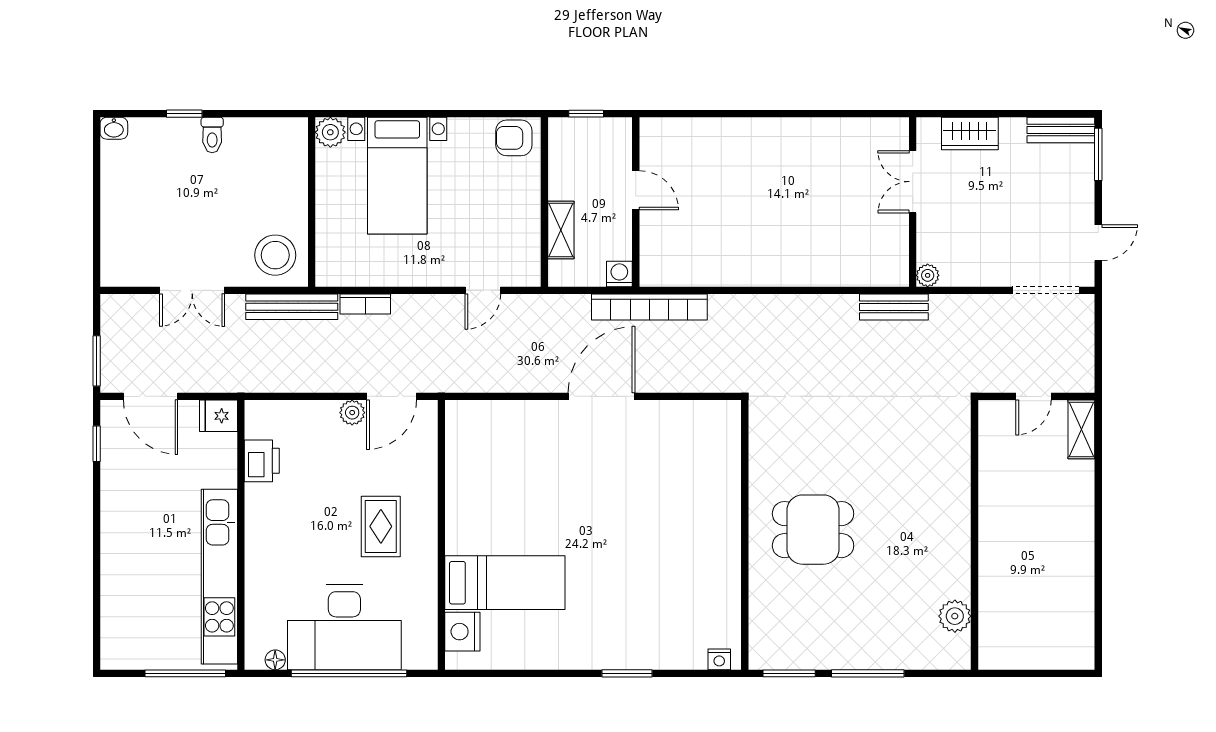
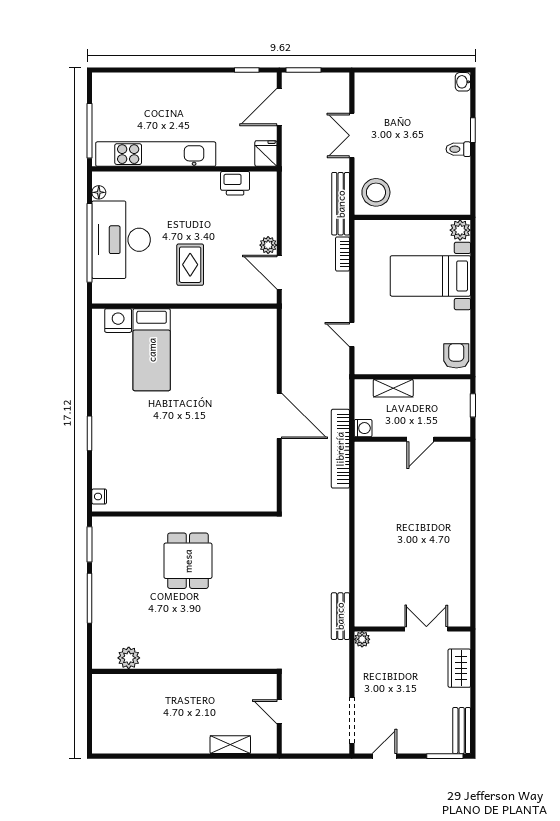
door: (1098, 243) -> (384, 756), swing flipped
shelving: (1081, 429) -> (230, 745), moved
rug: (381, 526) -> (190, 265), turned 90

